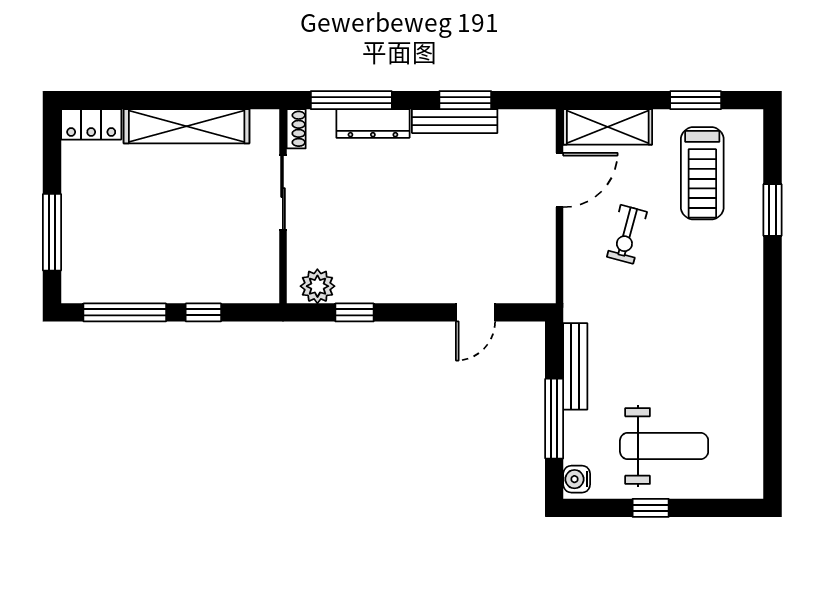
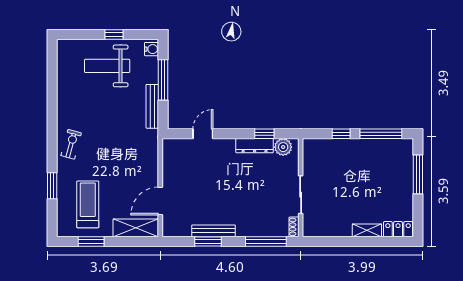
dresser: (373, 123) -> (255, 146), moved, turned 180
shelving: (187, 126) -> (367, 230), width x0.45, depth x0.75
exercise bike: (627, 234) -> (71, 144), moved

